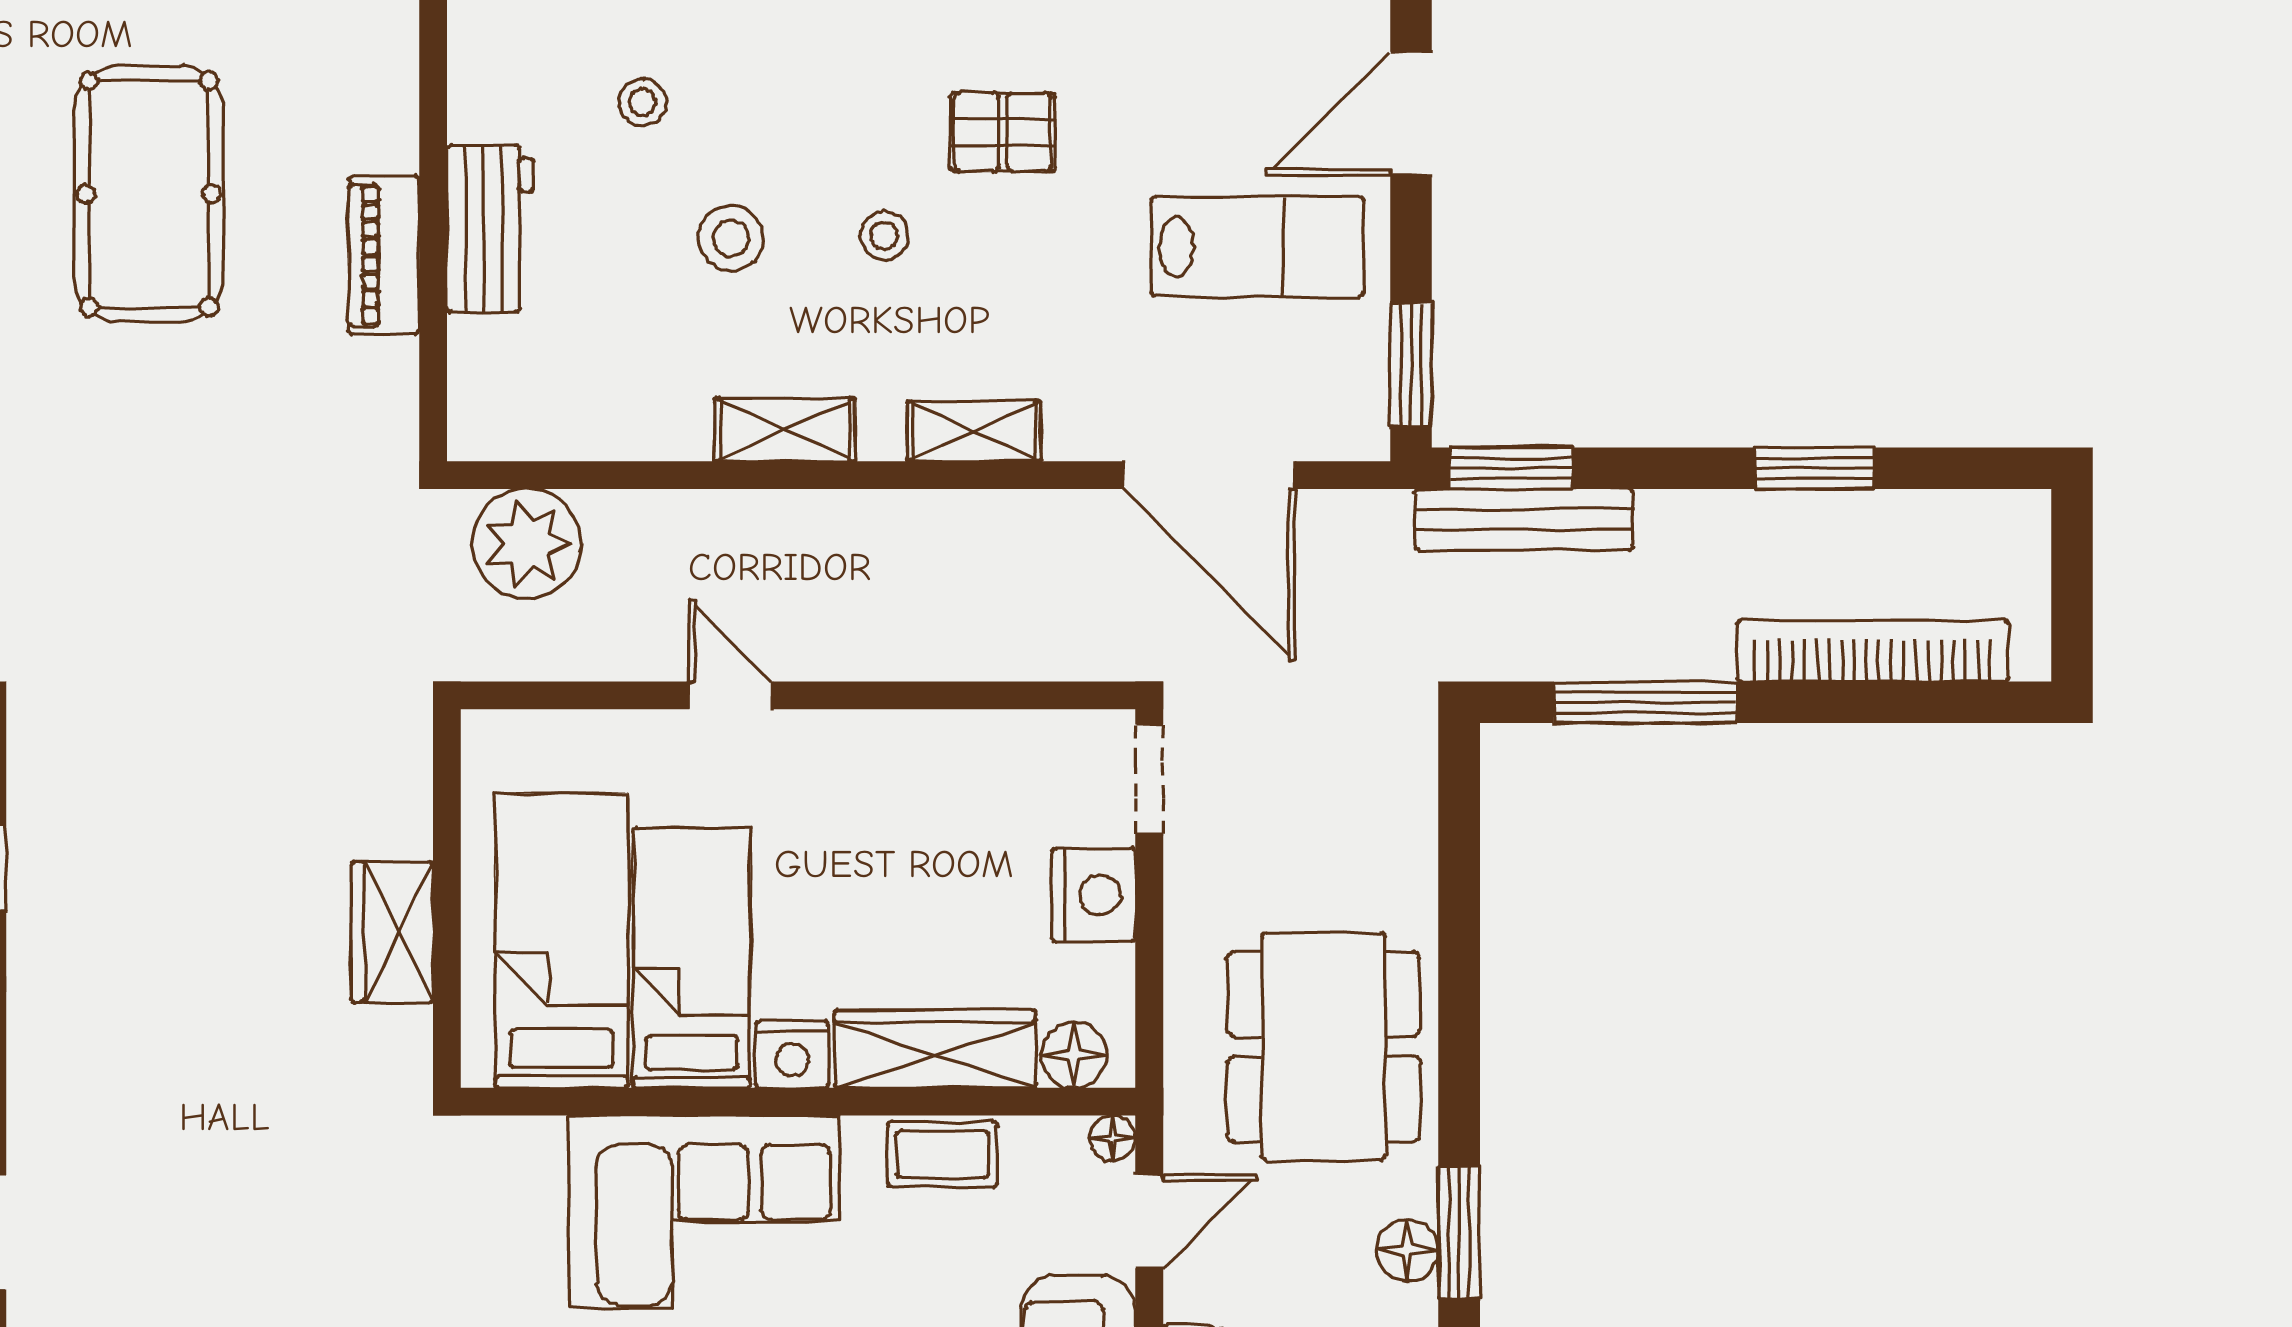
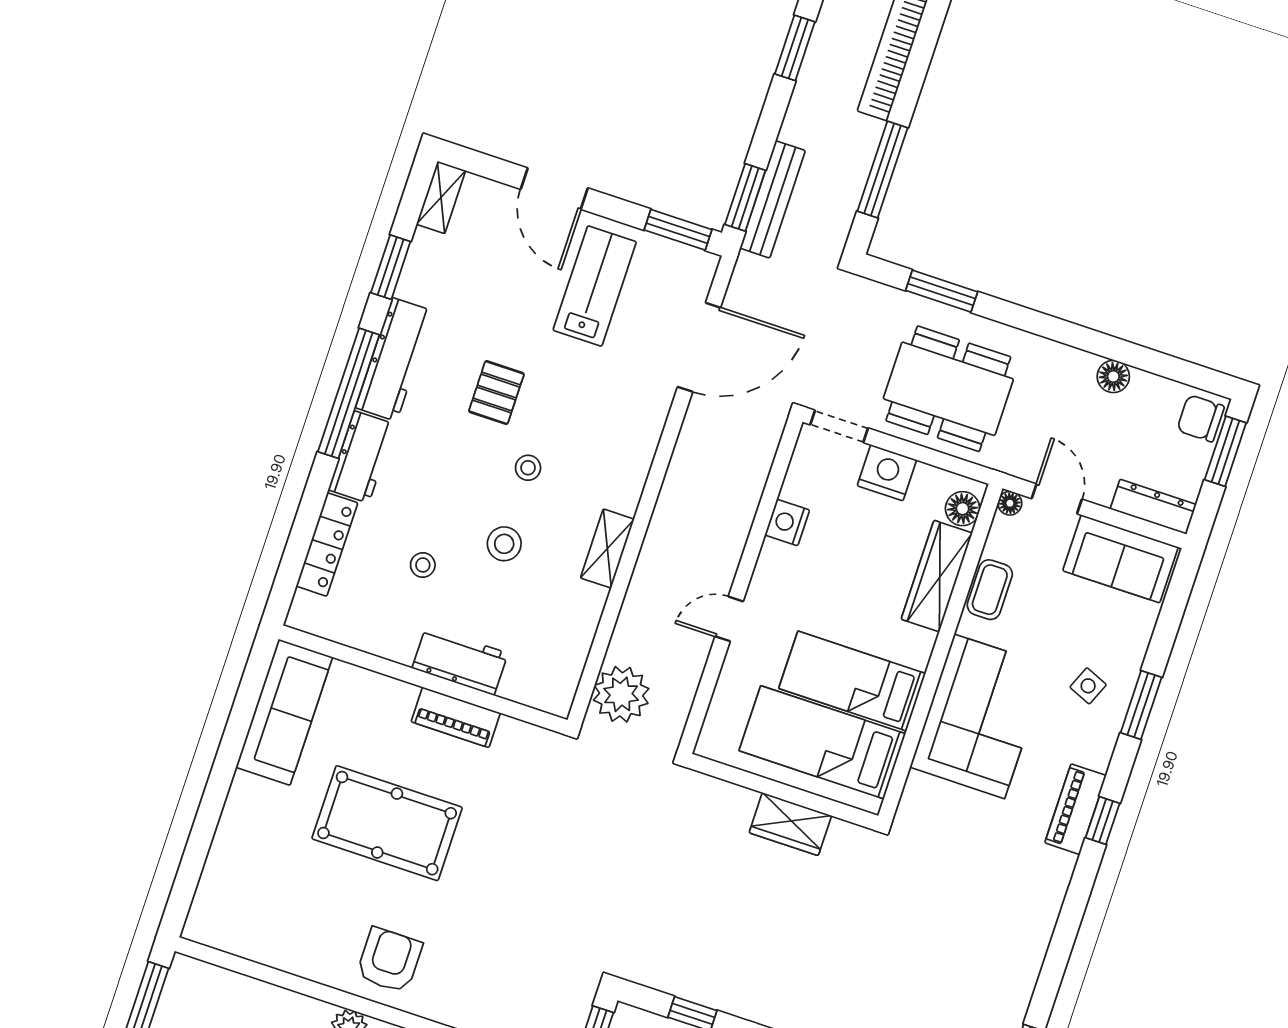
shelving: (974, 431) -> (639, 456), removed
dining table: (1324, 1047) -> (948, 389), moved
nightstand: (792, 1054) -> (787, 522), moved, turned 180
window: (1459, 1232) -> (942, 291), moved

